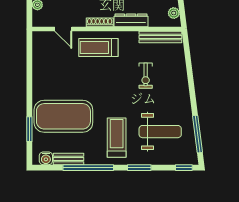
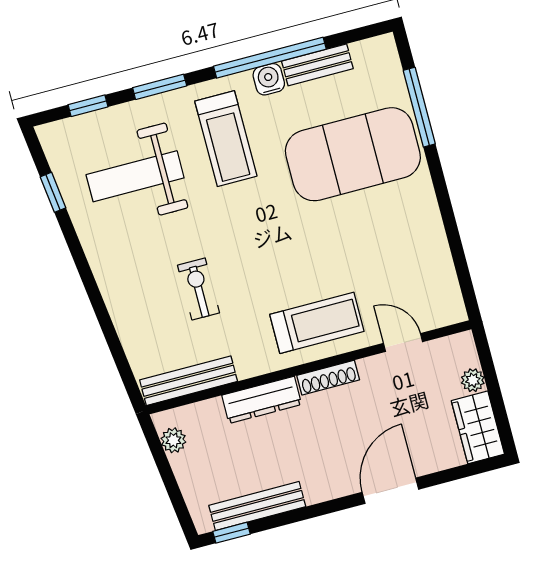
window: (29, 129) -> (419, 107), width x1.44
window: (197, 134) -> (53, 192), width x0.46
water cooler: (46, 158) -> (269, 79), moved
window: (184, 168) -> (88, 106), moved

